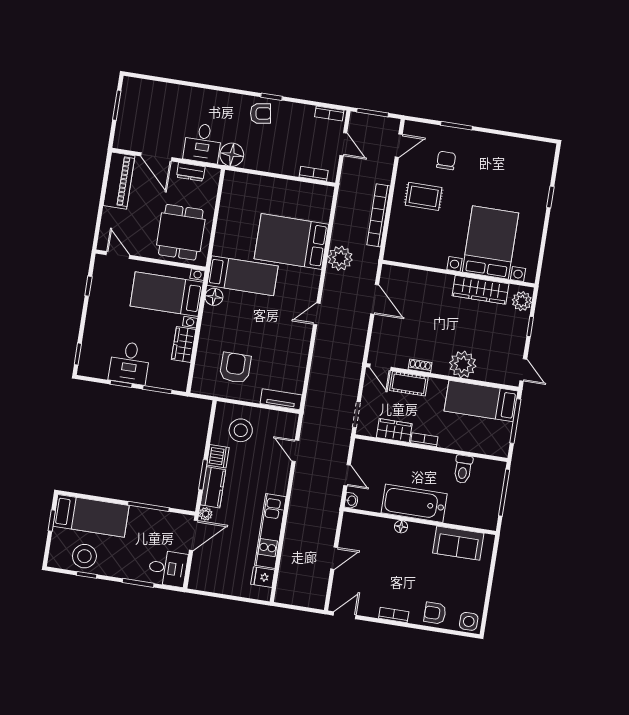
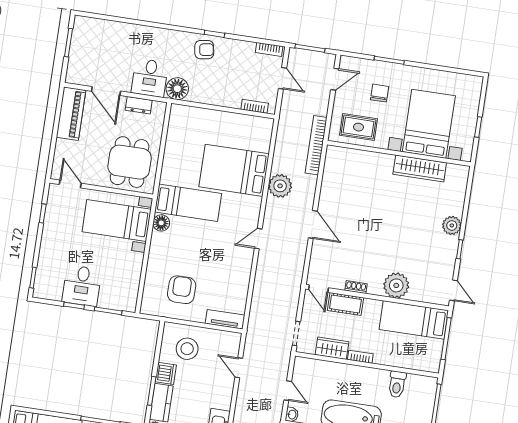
bed with nightstands: (490, 242) -> (429, 124), moved
wall: (459, 274) -> (399, 153), moved
wardrobe: (480, 290) -> (420, 169), moved
wardrobe: (184, 345) -> (133, 268), removed

